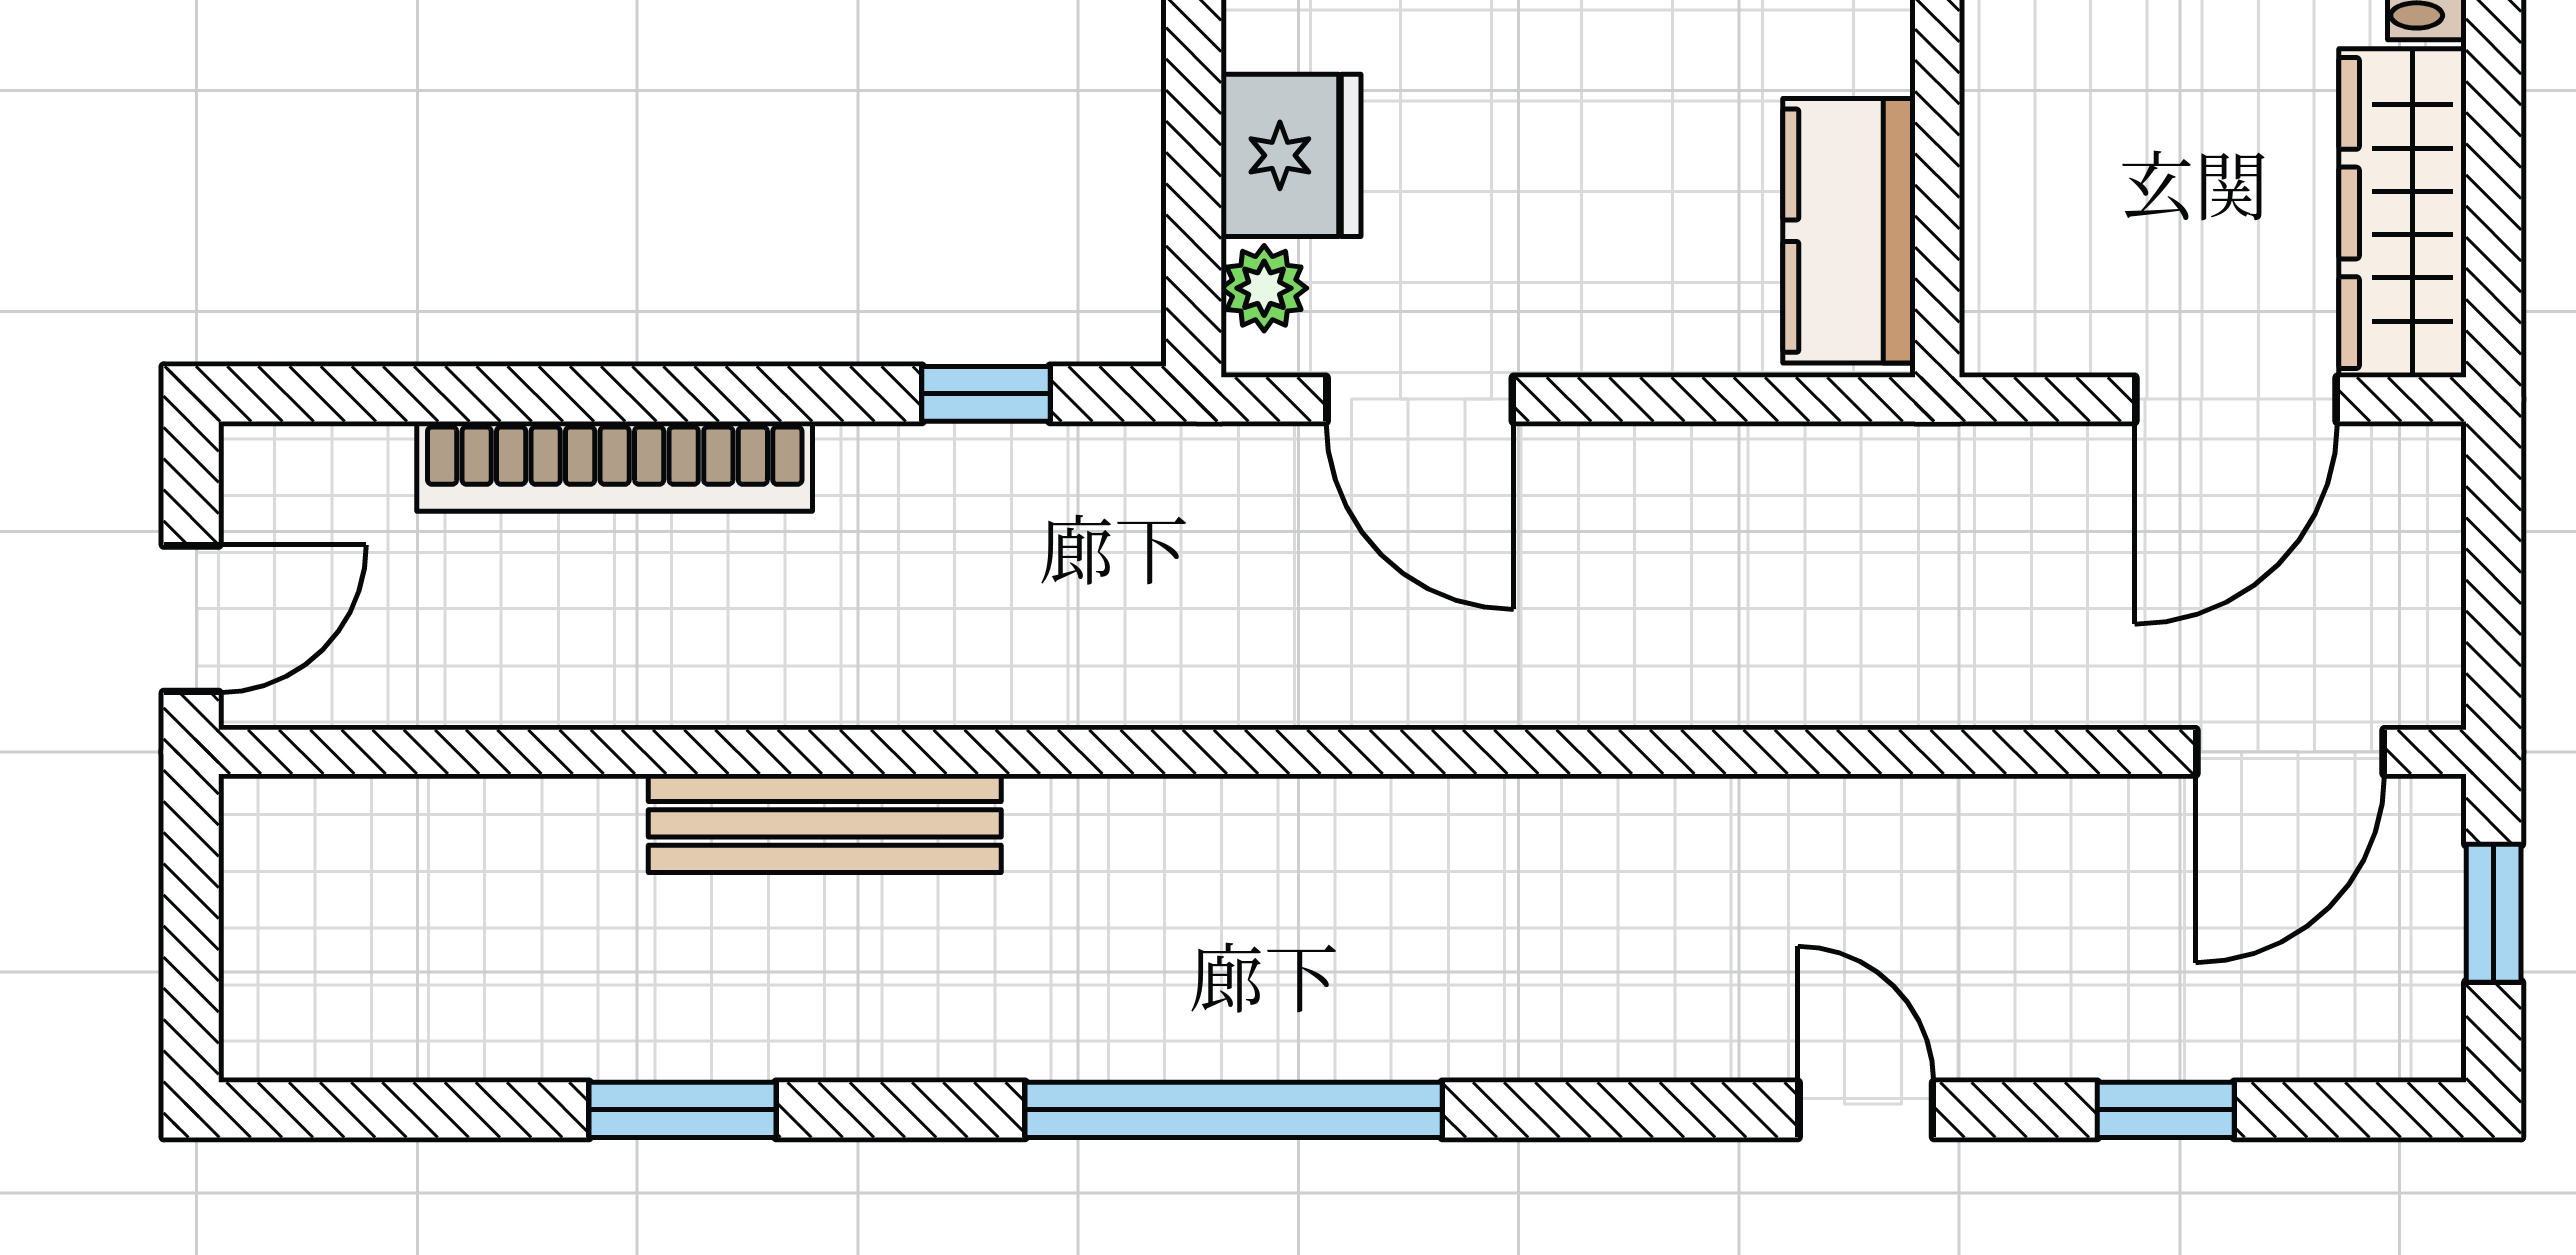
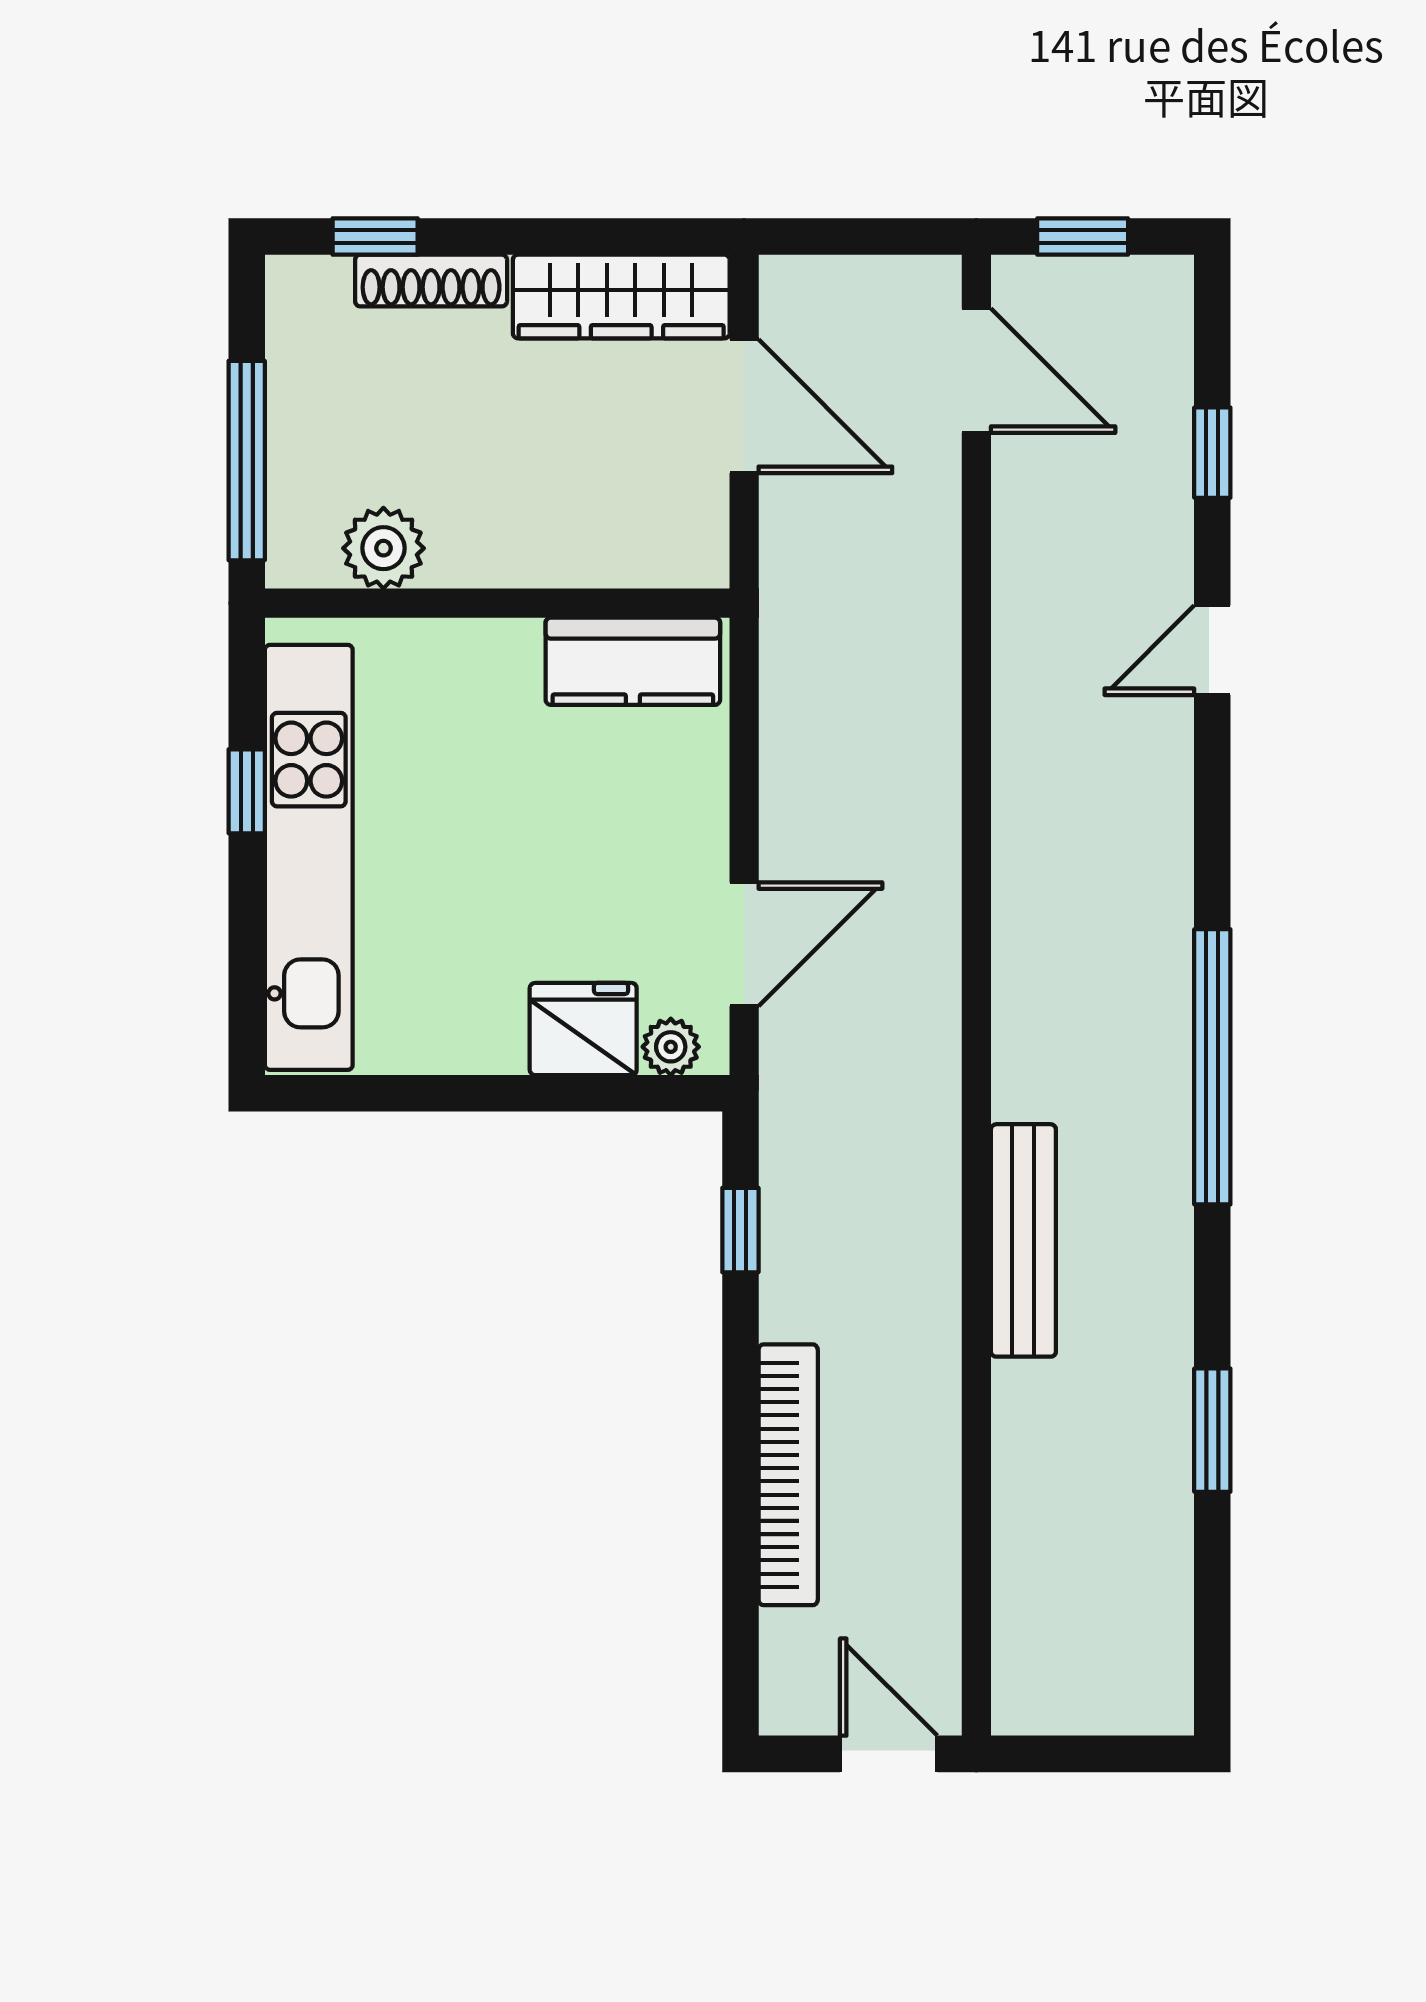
bench: (825, 823) -> (1023, 1240), moved

